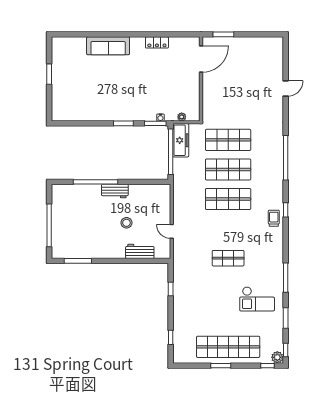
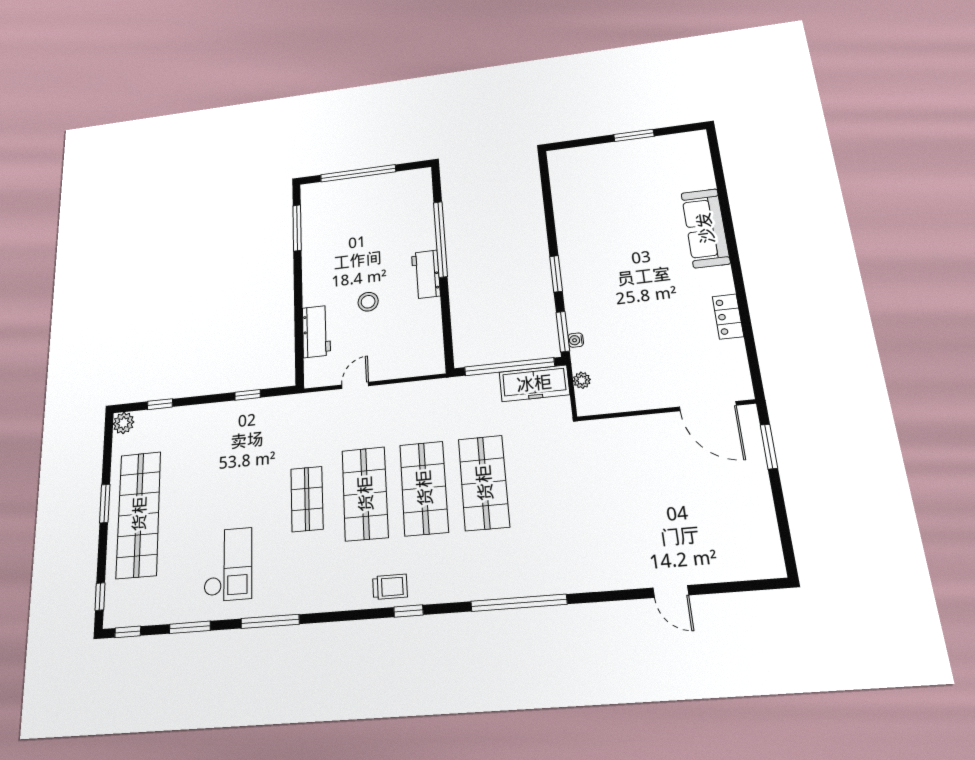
shop shelf: (228, 140) -> (365, 494), moved
checkout: (257, 299) -> (228, 565), turned 180
plant: (277, 357) -> (124, 423), moved

